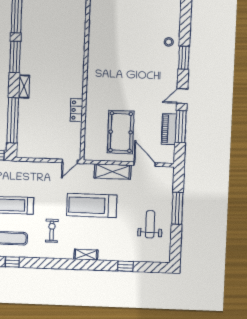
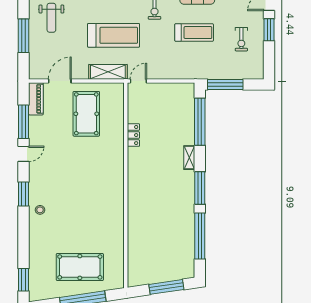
piano: (169, 129) -> (36, 99), moved
door: (145, 164) -> (60, 81), swing flipped
shelving: (113, 172) -> (108, 72), moved

